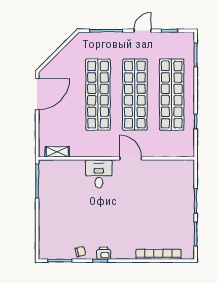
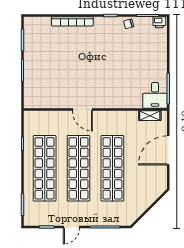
door: (37, 94) -> (168, 150), moved
desk: (99, 174) -> (155, 95), moved
printer: (104, 253) -> (159, 22), moved
bookcase: (158, 254) -> (72, 21), moved

